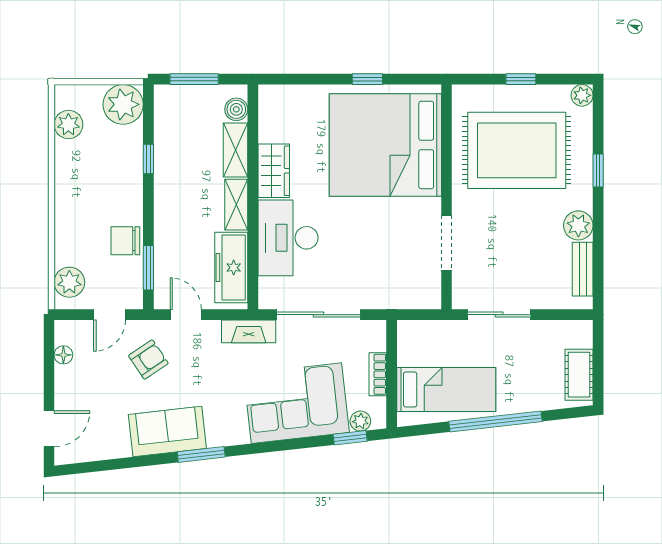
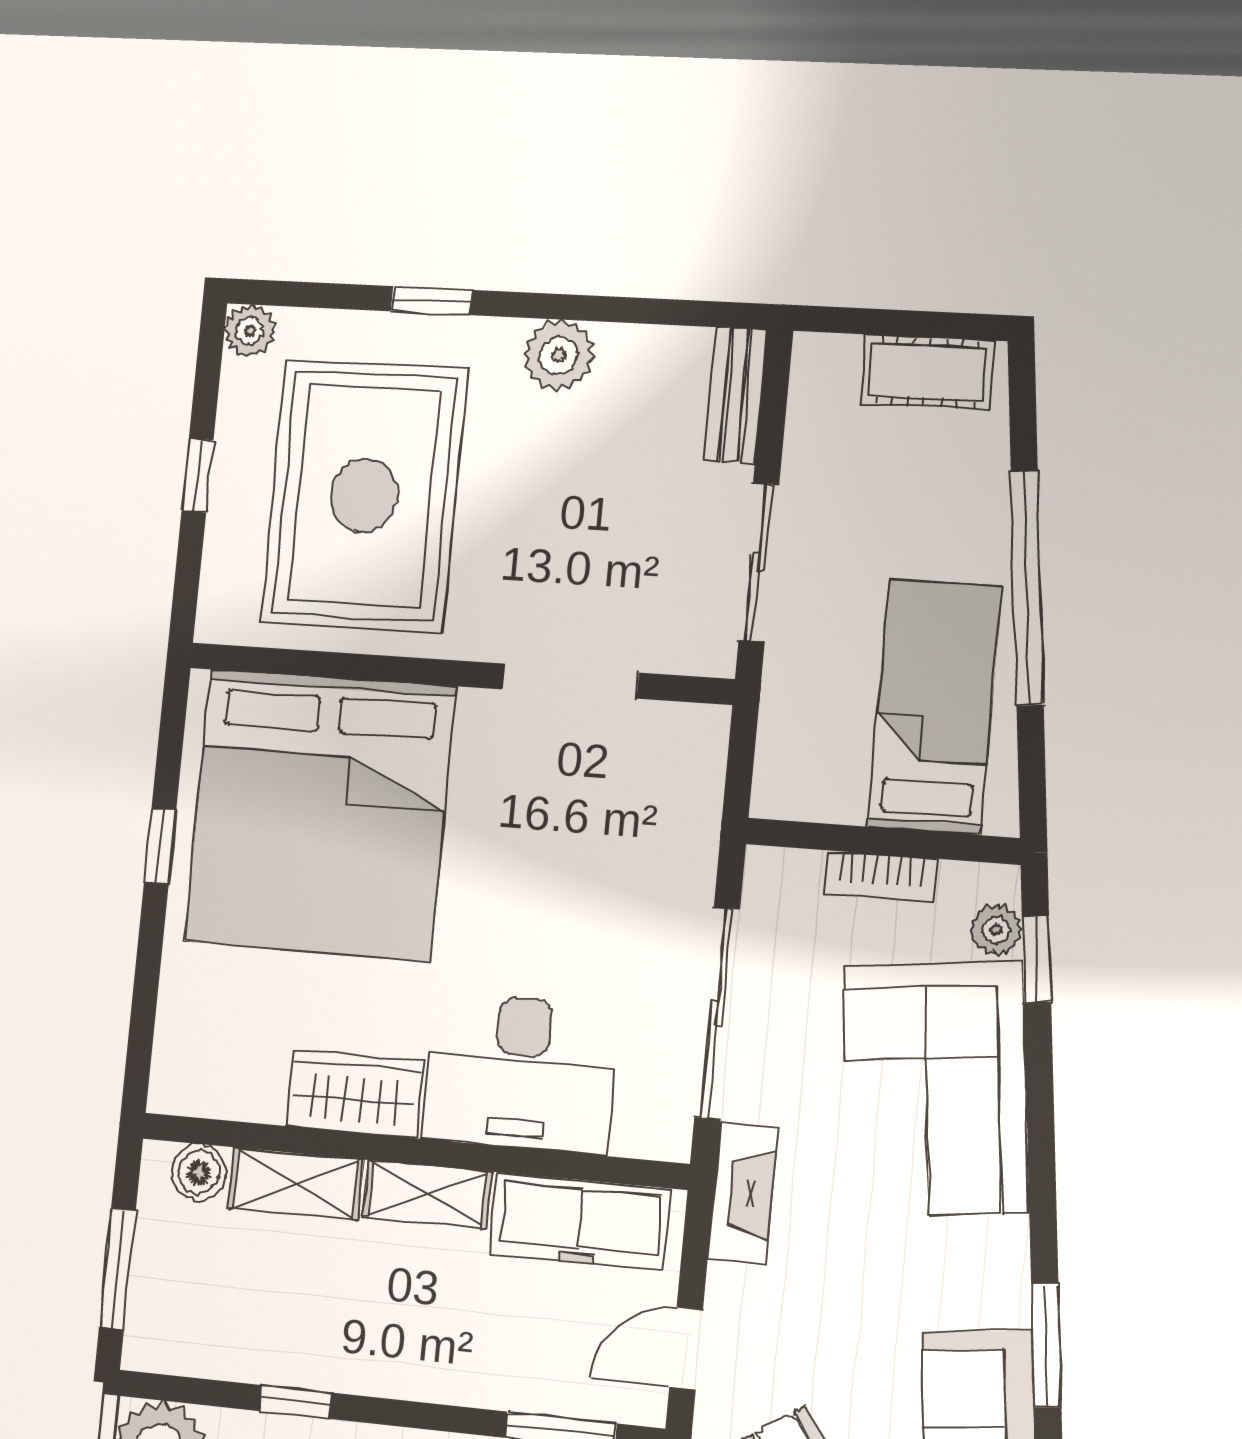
bench: (583, 269) -> (736, 395), moved, turned 90

